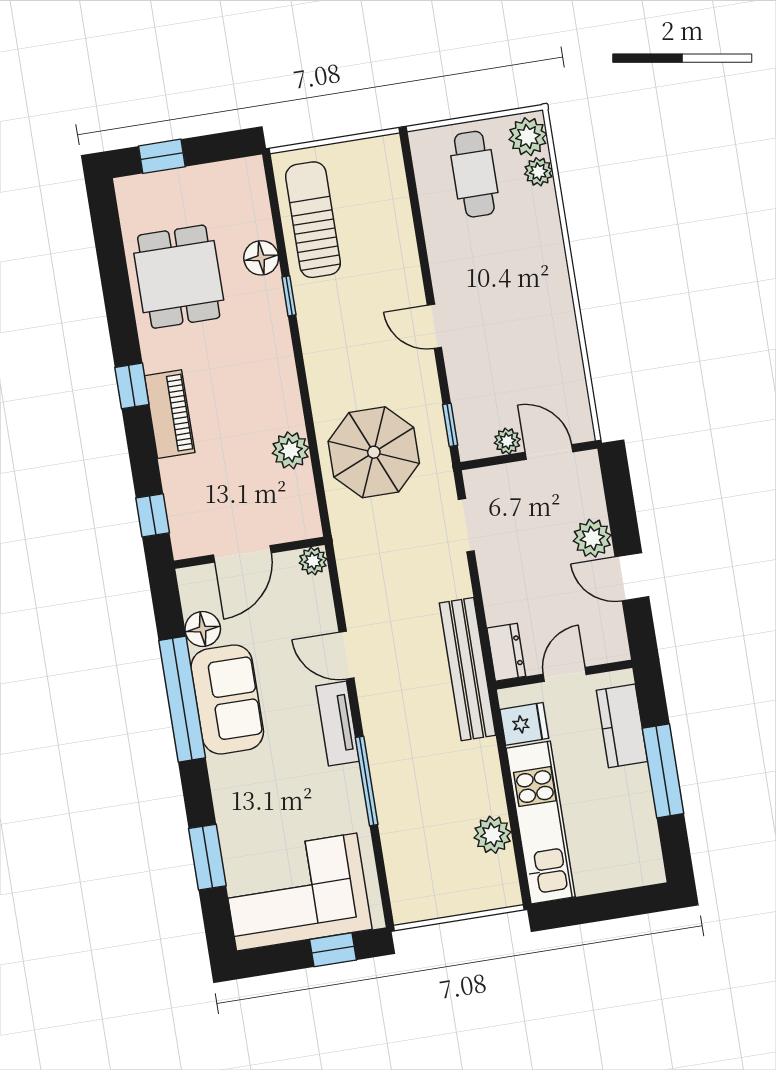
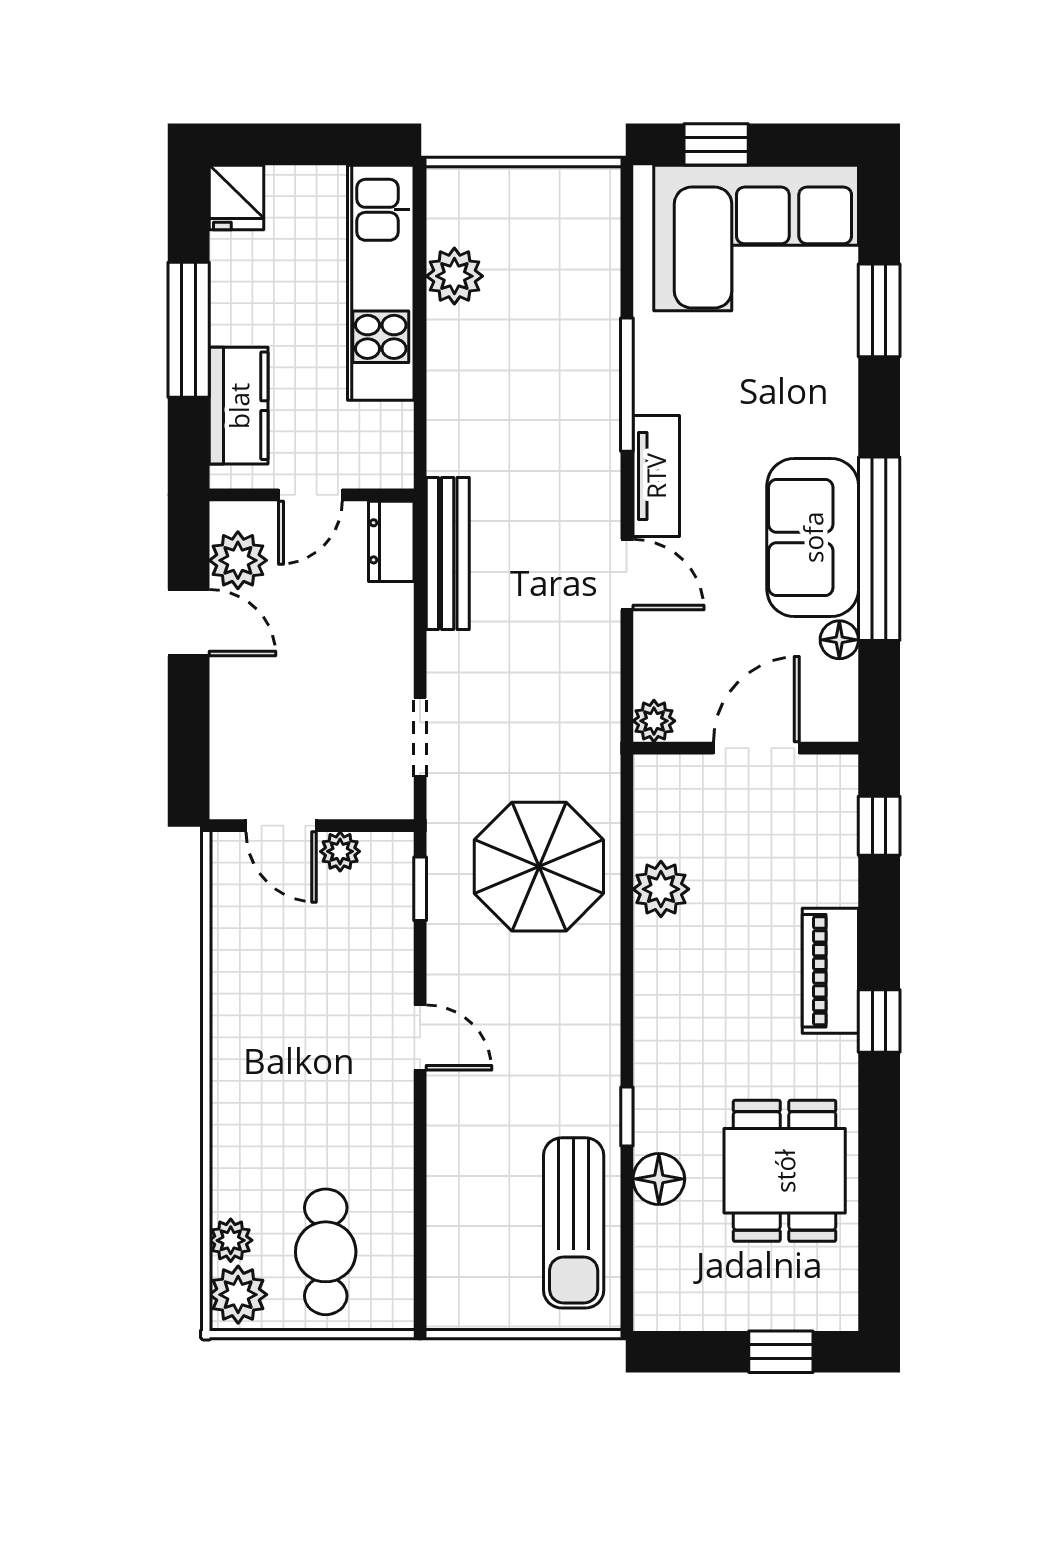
plant: (592, 538) -> (238, 560), moved
floor lamp: (203, 629) -> (839, 640), width x0.73, depth x0.73
bench: (467, 669) -> (448, 553), width x0.73, depth x0.82
fridge: (524, 724) -> (236, 197), moved, turned -90

